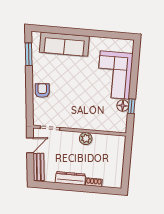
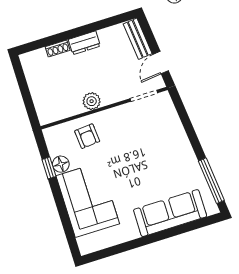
window: (29, 54) -> (211, 181), width x1.44
armchair: (42, 91) -> (87, 136), moved
dresser: (70, 178) -> (84, 43), width x0.70

